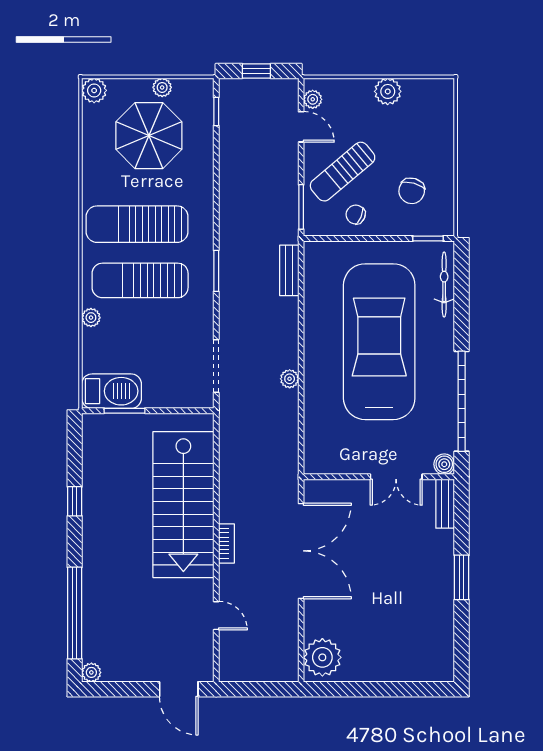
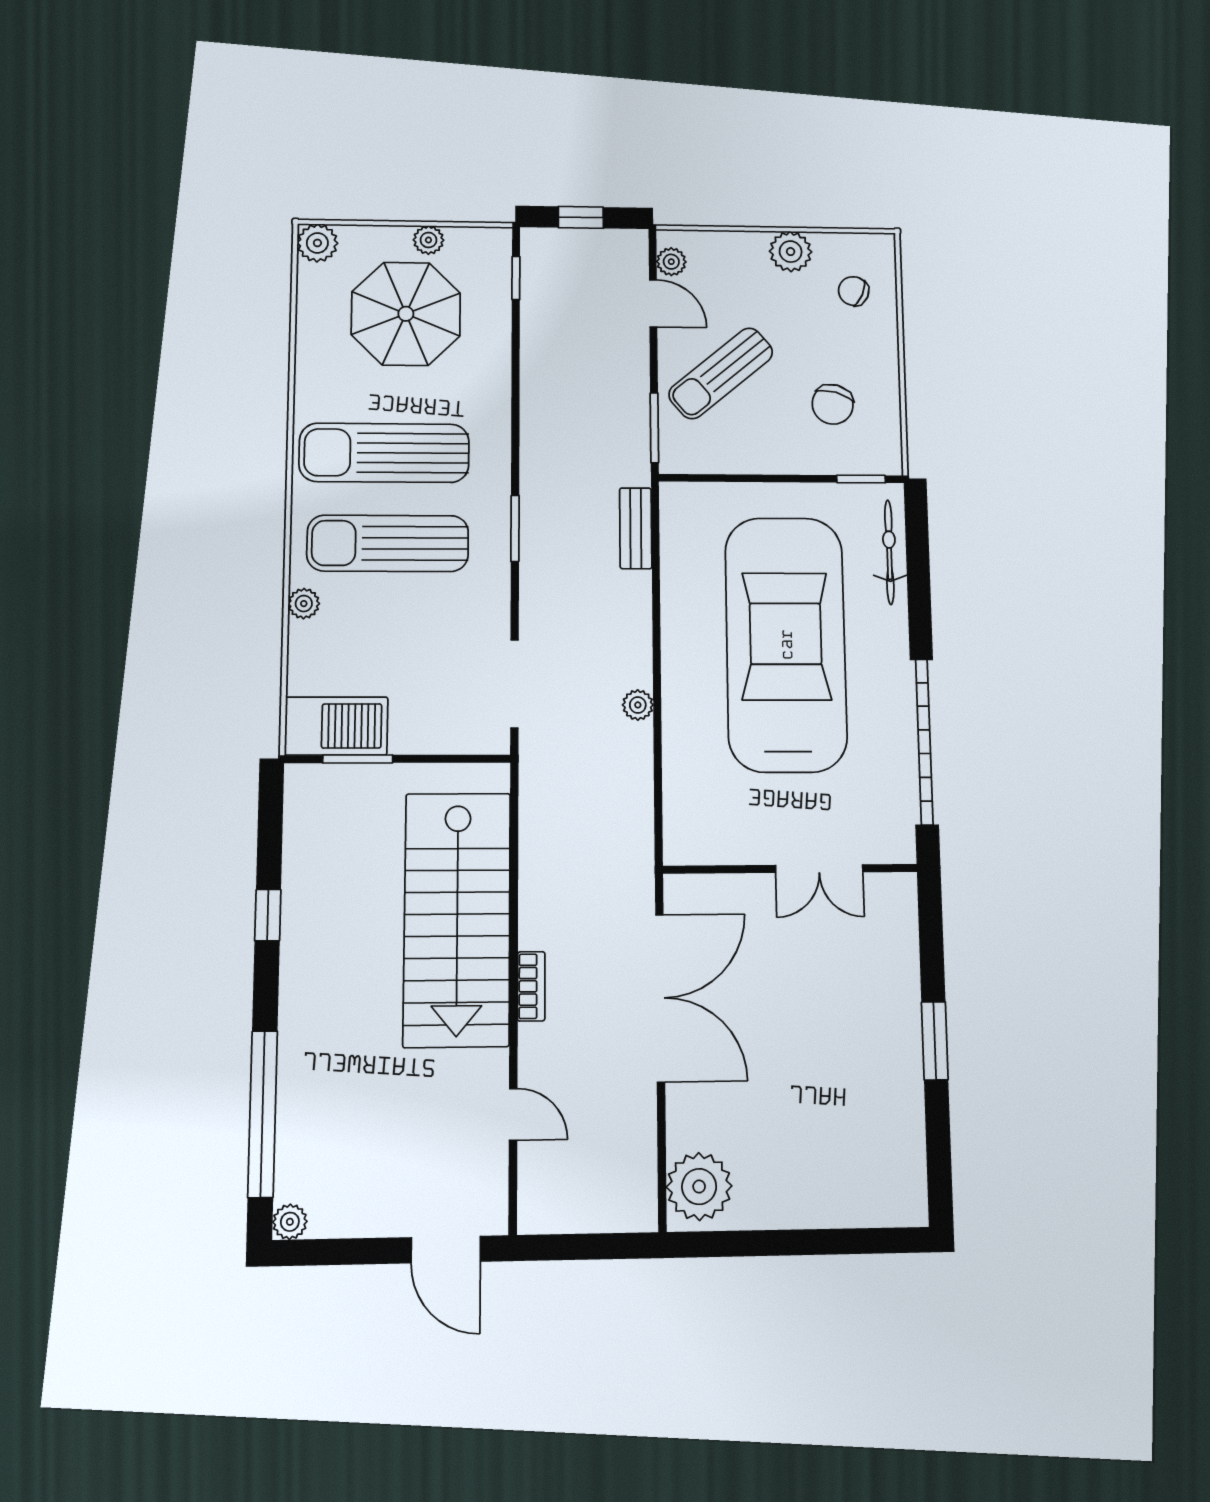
chair: (356, 215) -> (854, 291), moved
boiler: (444, 464) -> (899, 847), removed
bench: (445, 504) -> (903, 914), removed

